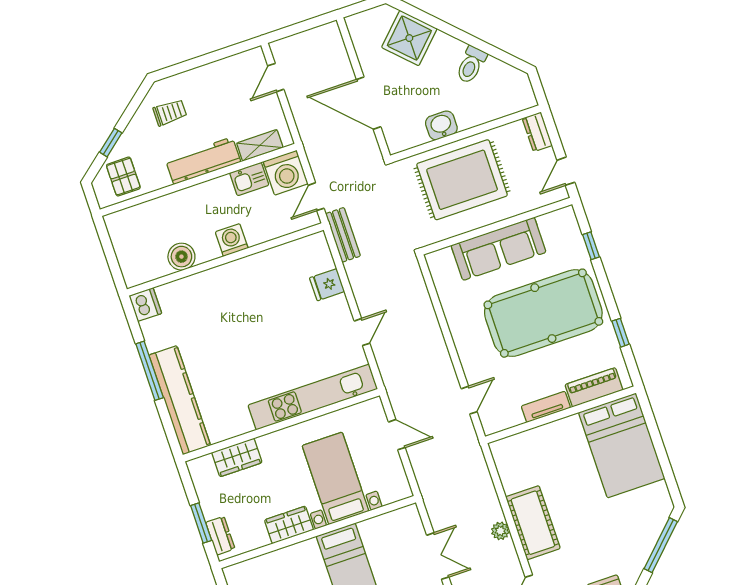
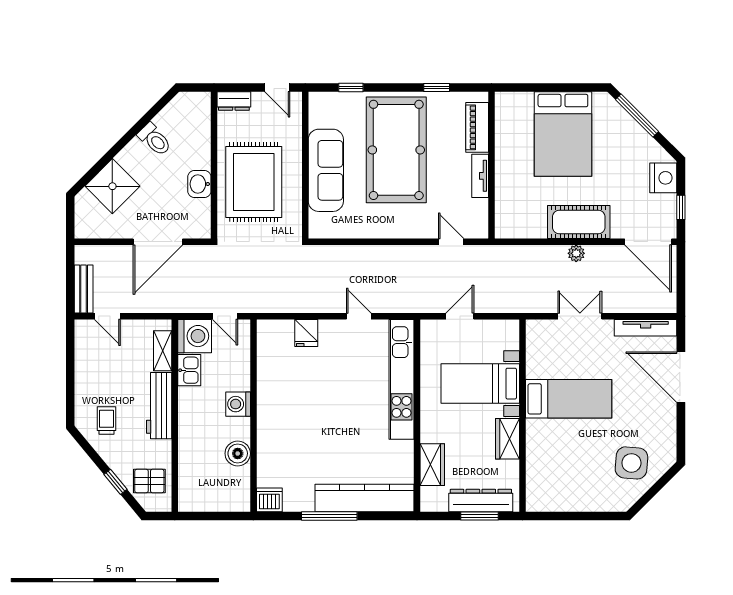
bench: (343, 235) -> (84, 289), moved, turned 90
bed: (622, 445) -> (563, 134), moved, turned 90
dresser: (220, 536) -> (481, 500), width x1.96, depth x1.24

